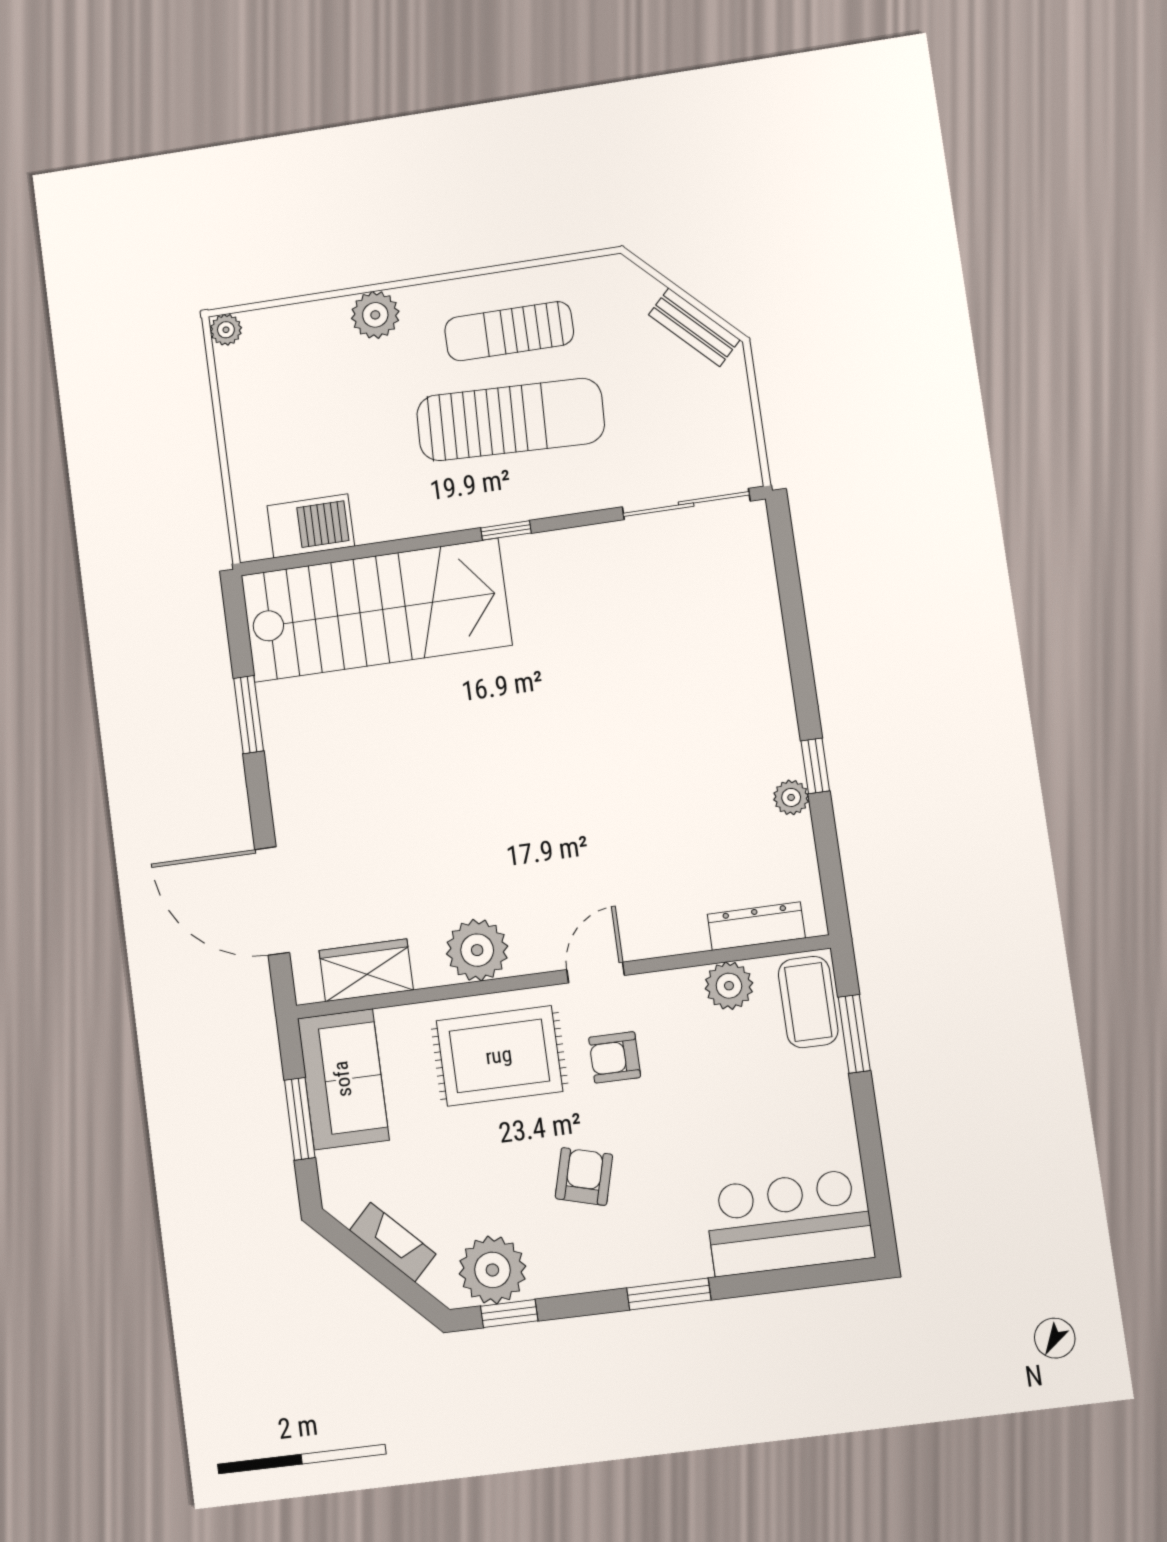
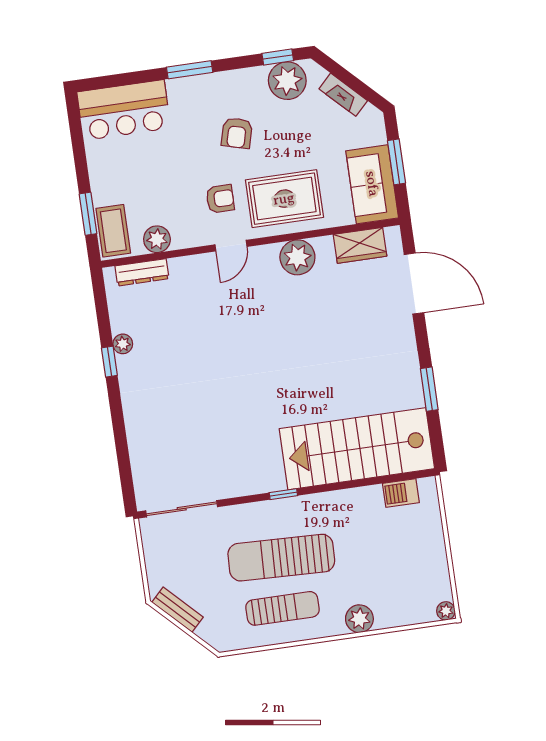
barbecue: (311, 526) -> (401, 493), width x0.73, depth x0.79

